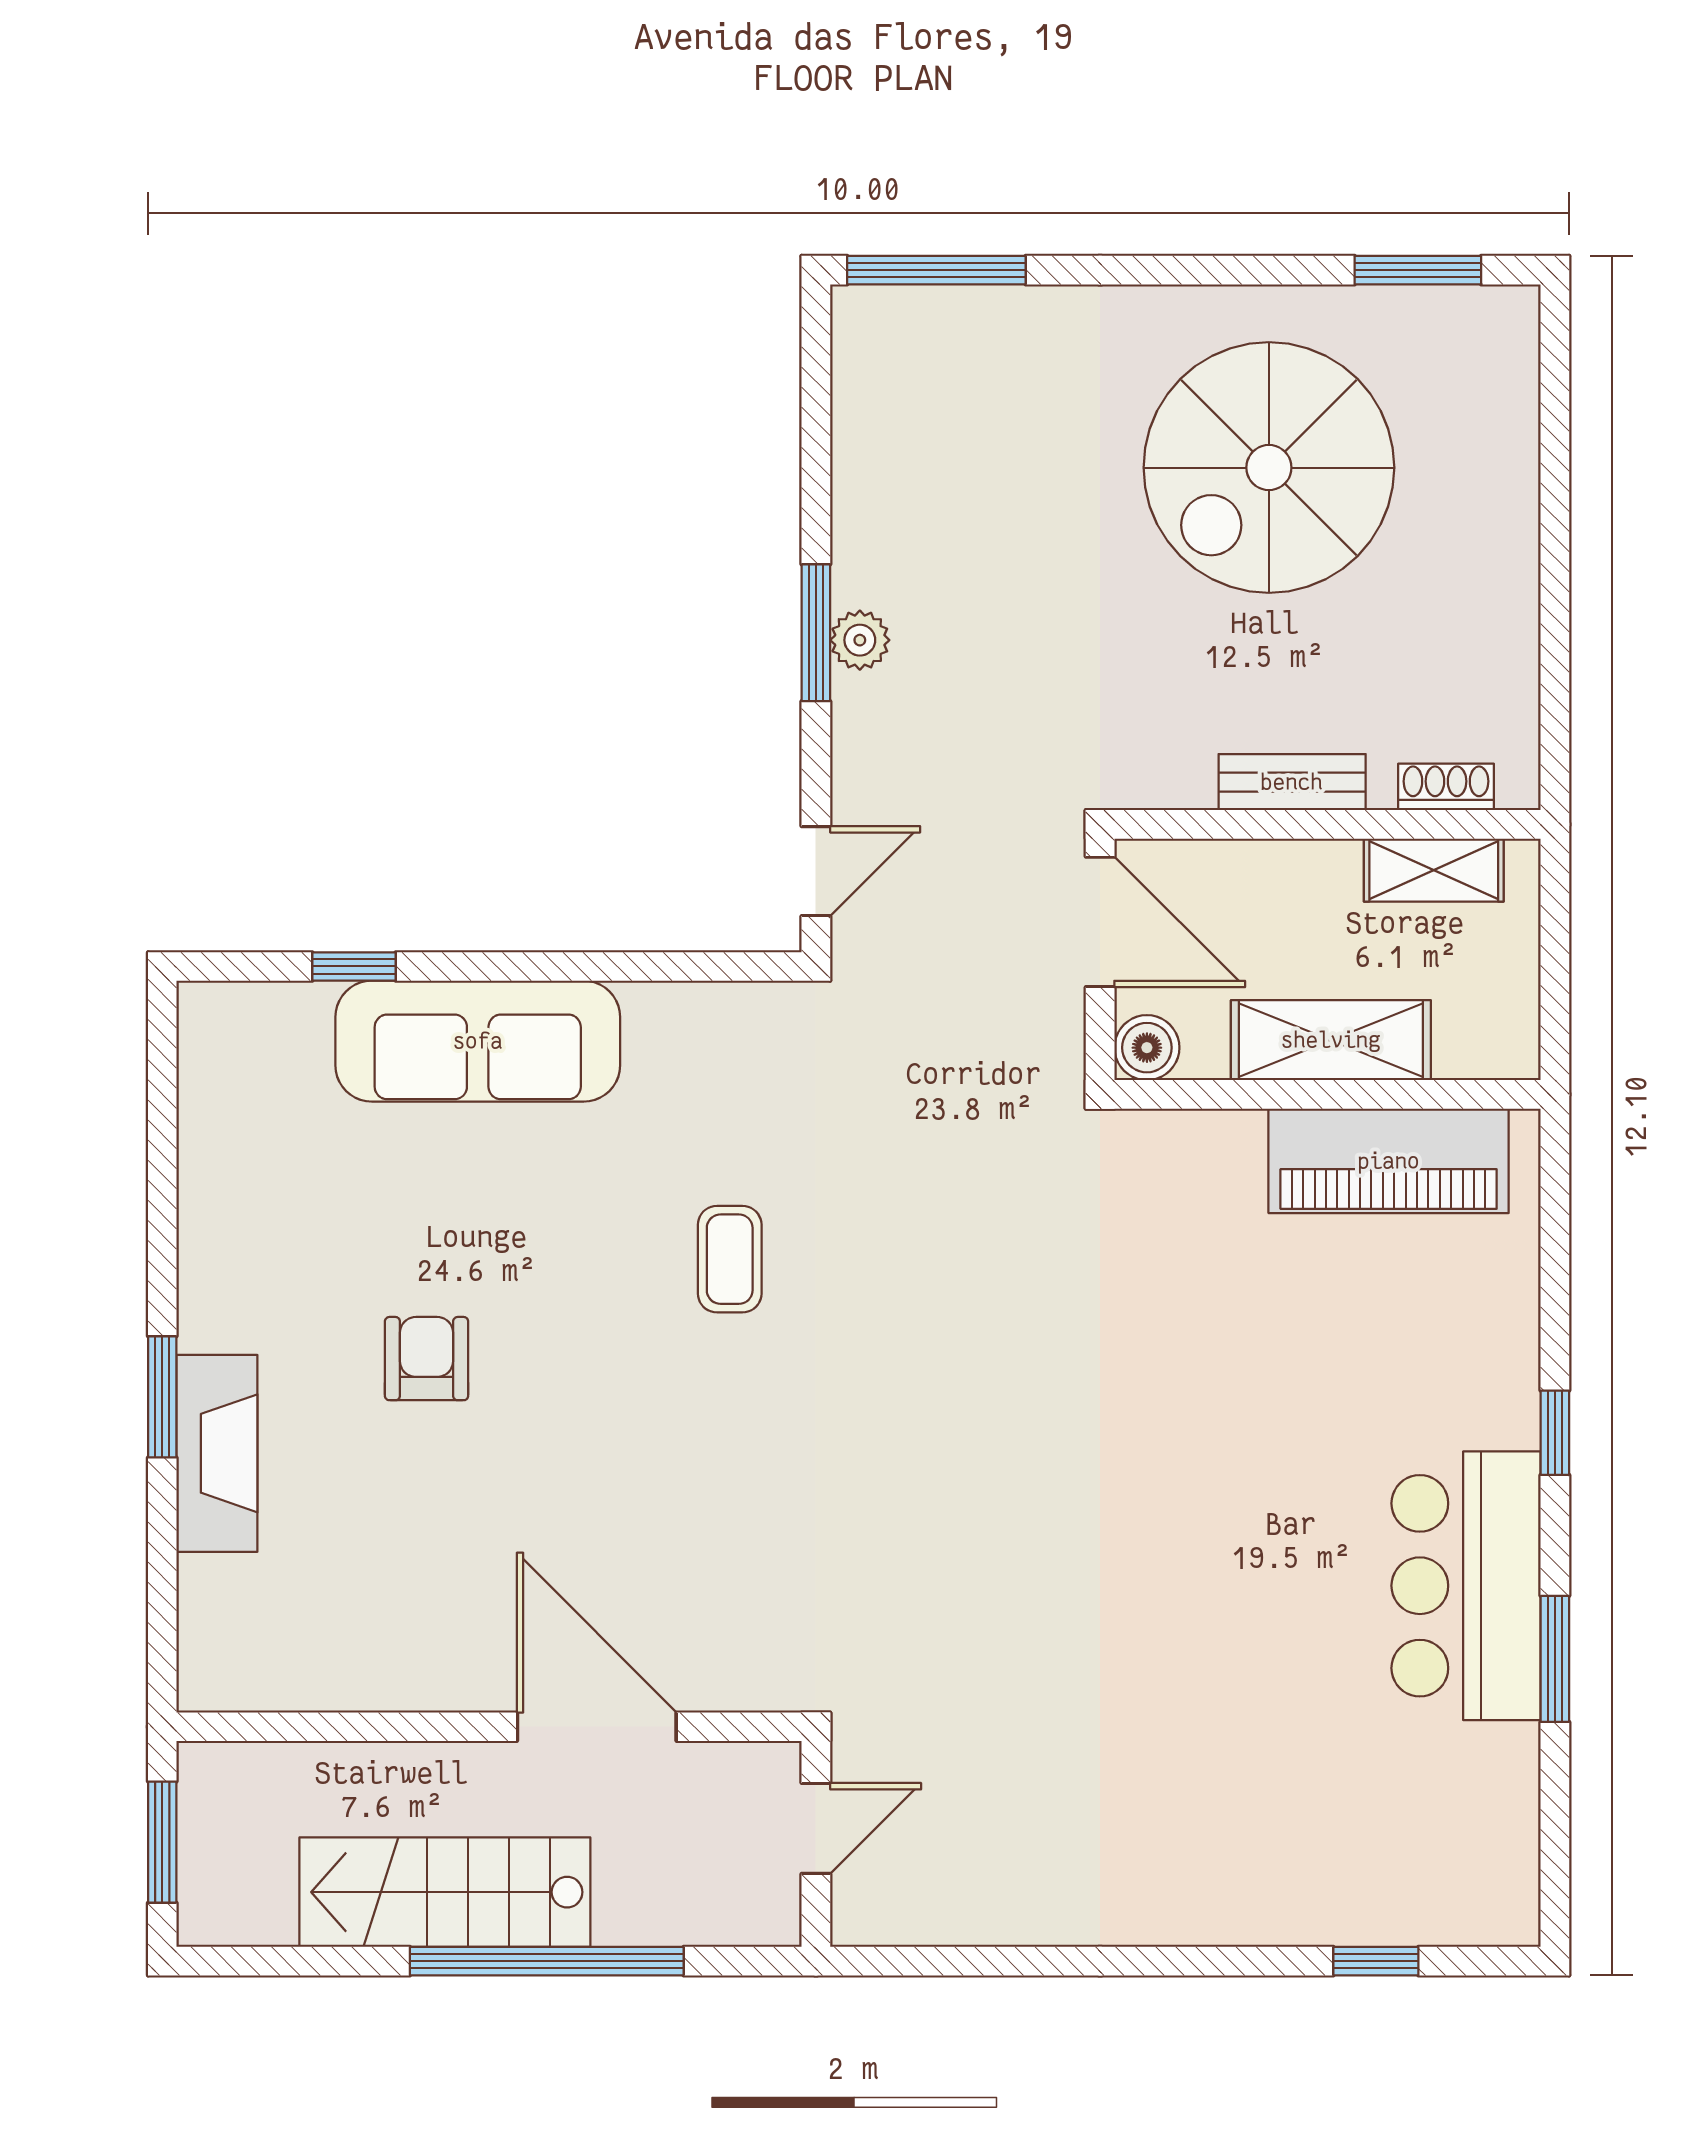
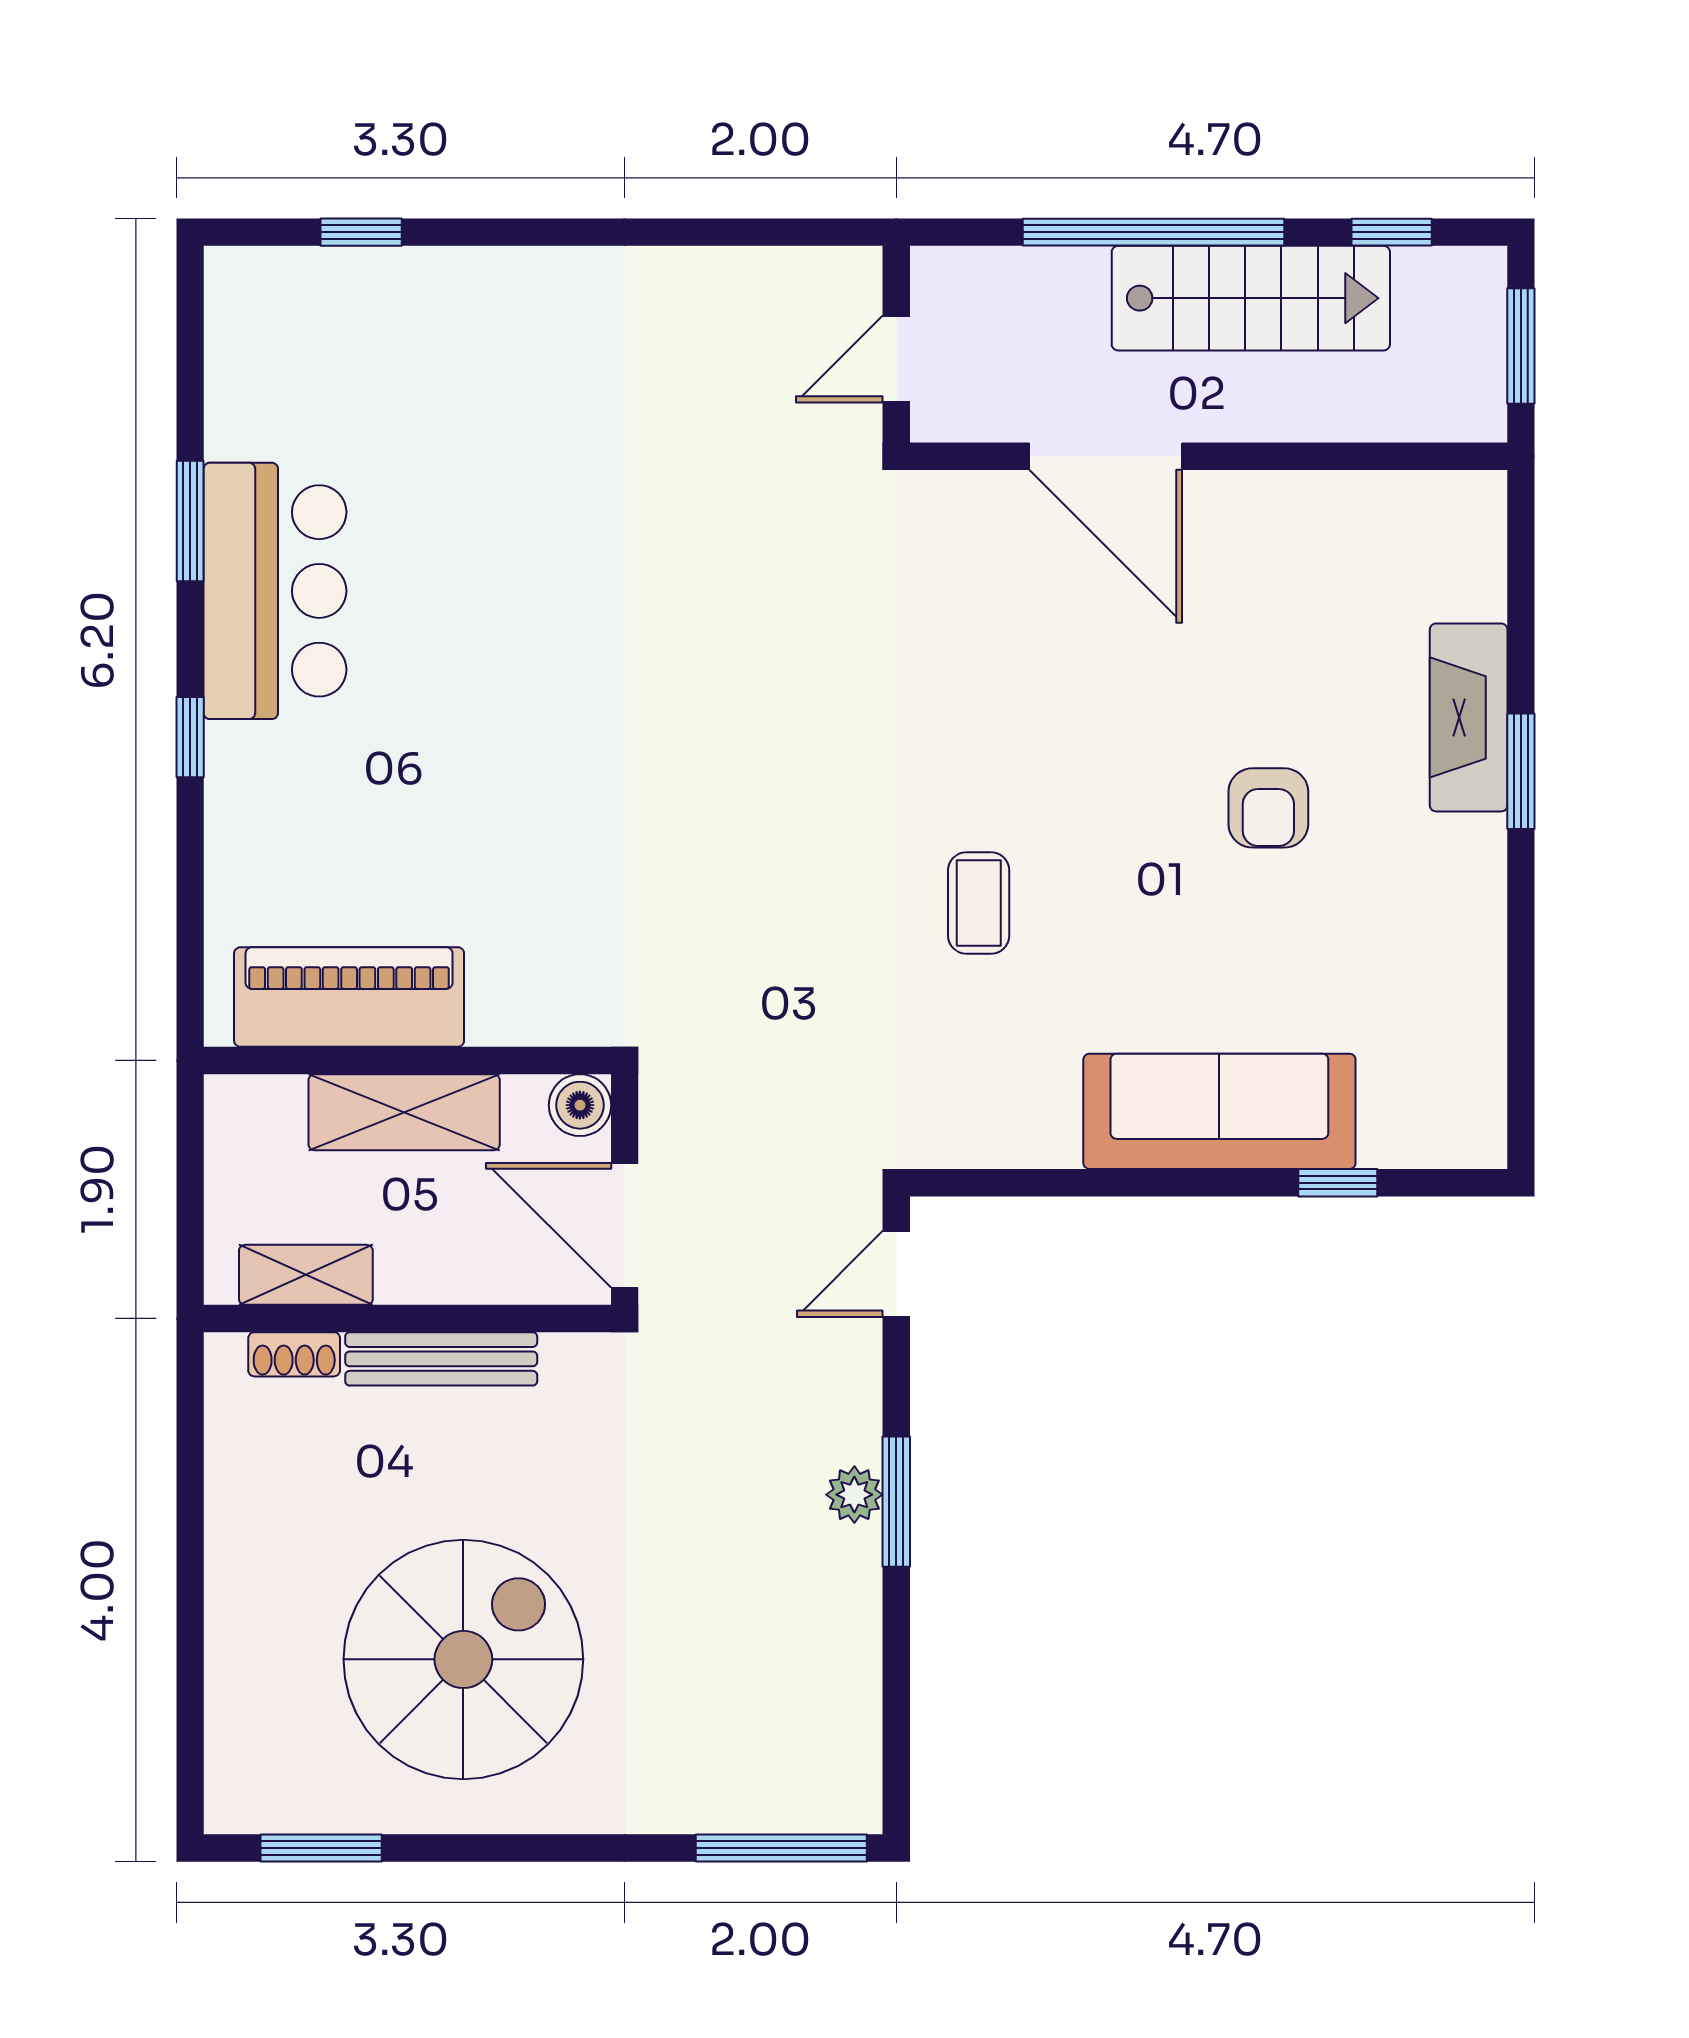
bench: (1292, 782) -> (441, 1359), width x1.36
window: (298, 1961) -> (1392, 232), added

